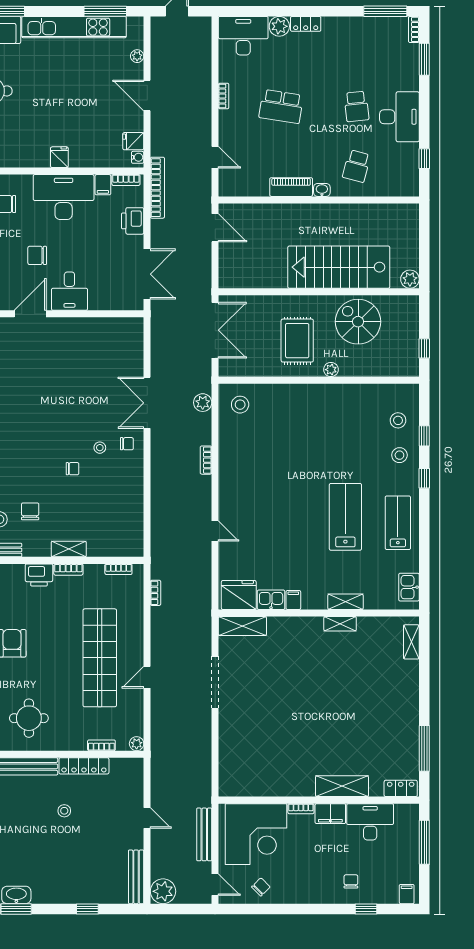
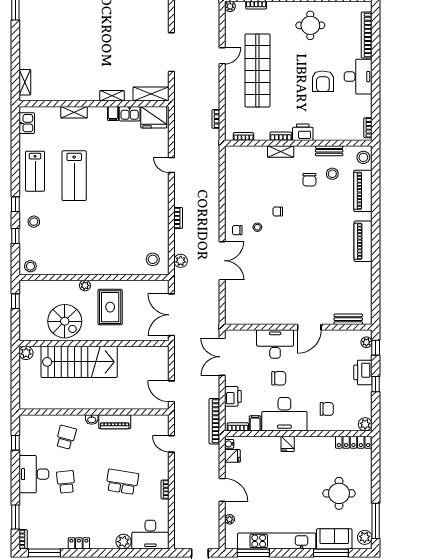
locker: (306, 24) -> (79, 543), moved
chair: (37, 255) -> (279, 378), moved
desk: (69, 291) -> (275, 344), width x1.37
stool: (398, 420) -> (30, 266), moved
shelving: (340, 624) -> (112, 96), moved

